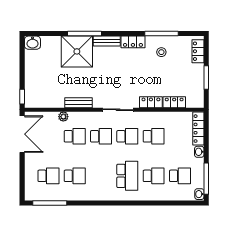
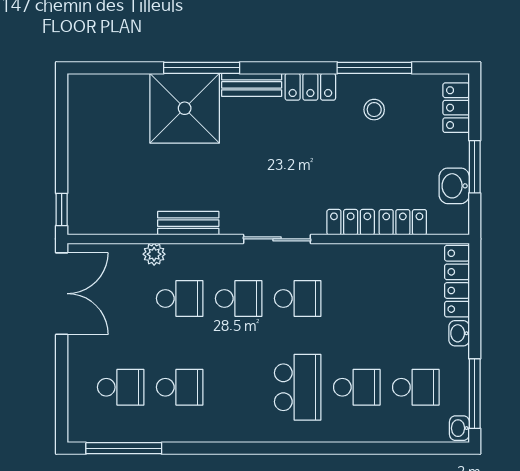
washbasin: (32, 43) -> (454, 186), moved, turned 90
school desk: (154, 136) -> (357, 298), removed

